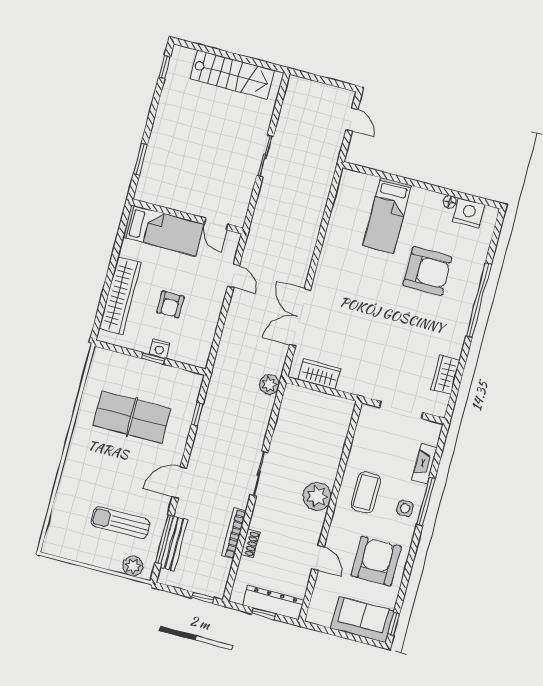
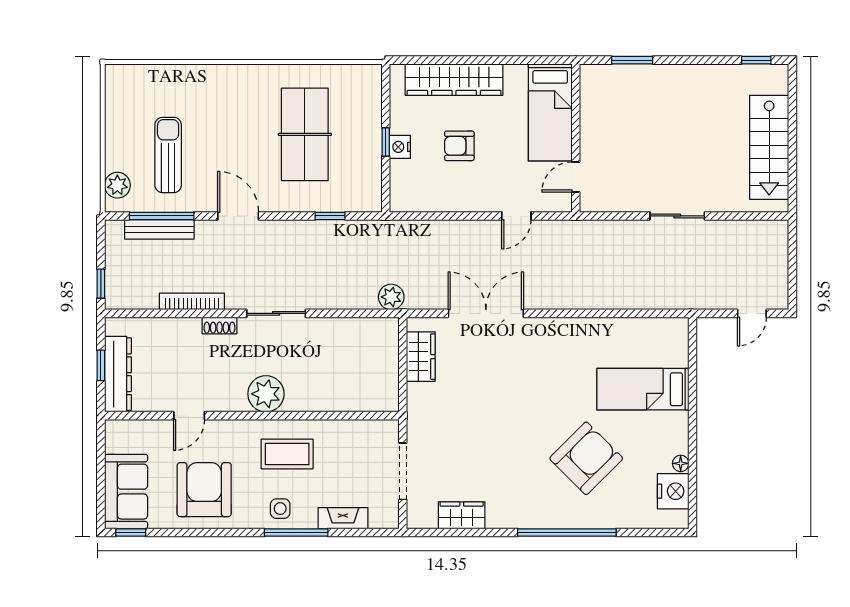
armchair: (427, 271) -> (586, 458), turned -135
shoe rack: (250, 543) -> (220, 325), moved
armchair: (376, 561) -> (204, 490), turned -90

